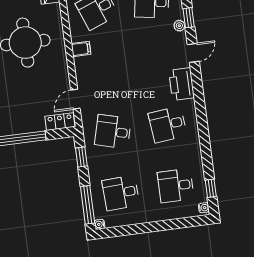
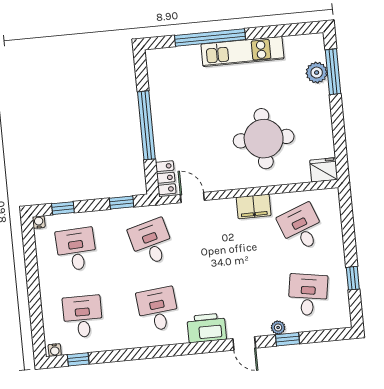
filing cabinet: (81, 49) -> (254, 206), width x2.00
desk: (113, 132) -> (151, 242), turned -30
window: (88, 205) -> (63, 208), width x0.46

